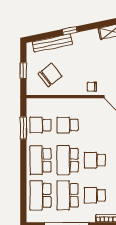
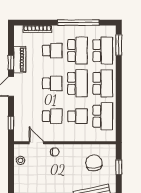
chair: (50, 75) -> (94, 163), turned 121
school desk: (40, 125) -> (103, 116), width x1.85
school desk: (95, 125) -> (52, 116), added
window: (23, 128) -> (119, 45), moved

